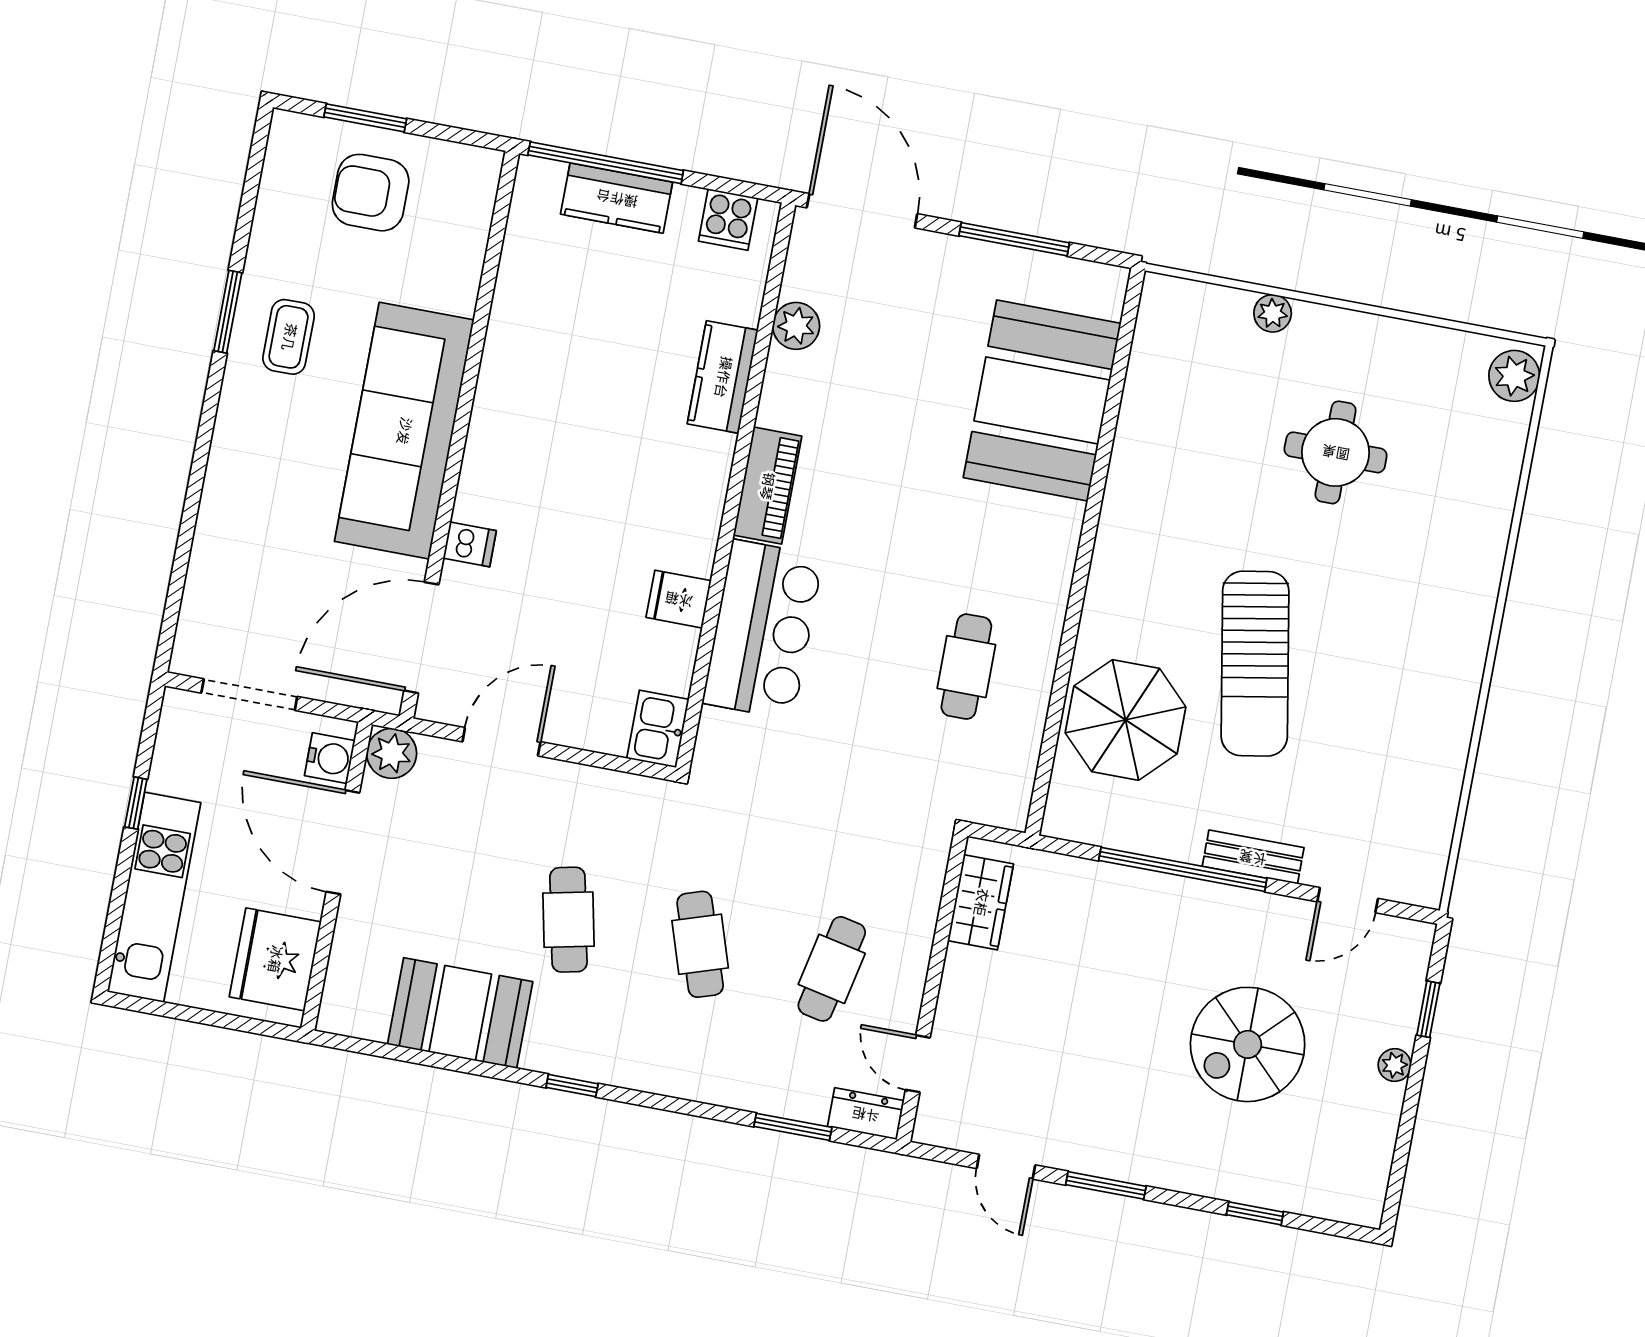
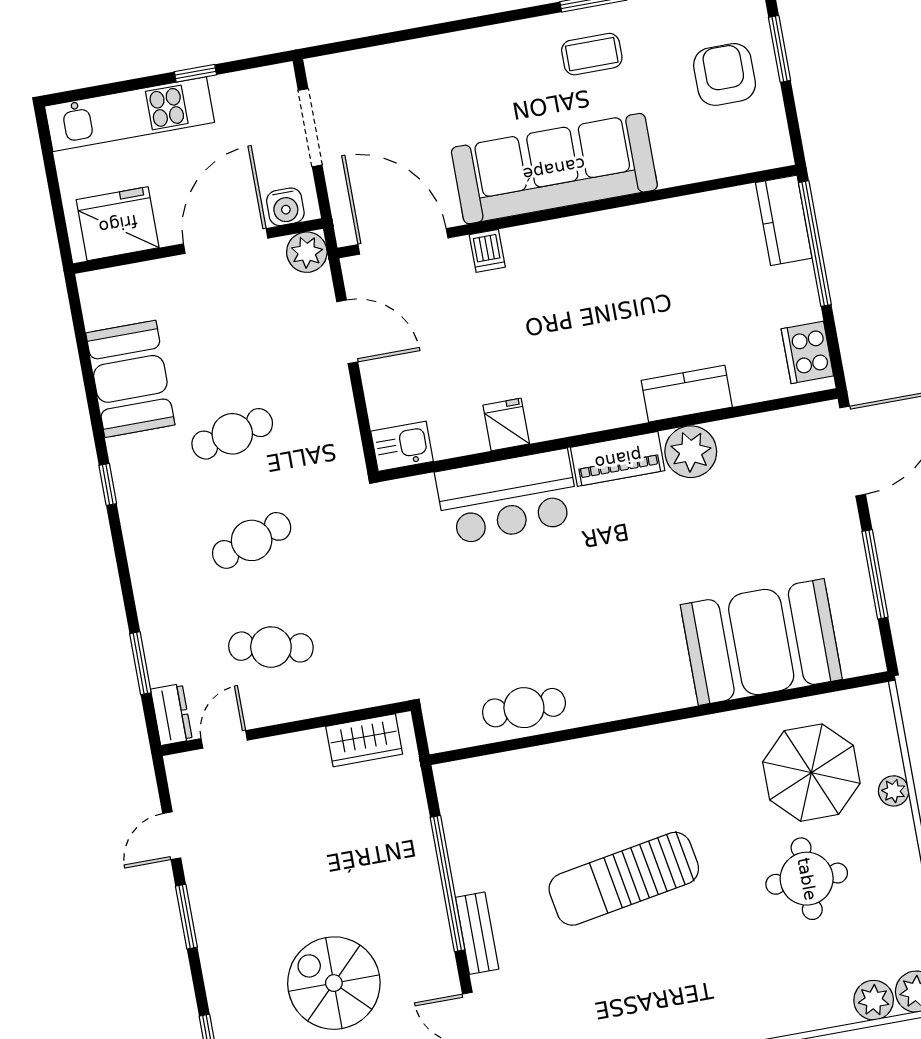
kitchen counter: (617, 198) -> (784, 220), moved
cooker: (728, 220) -> (807, 352), width x1.36
plant: (796, 326) -> (691, 452), moved, width x1.36, depth x1.36
plant: (1505, 429) -> (874, 1000), added
cafe table: (966, 667) -> (524, 708), moved
parasol: (1126, 720) -> (811, 773), moved

